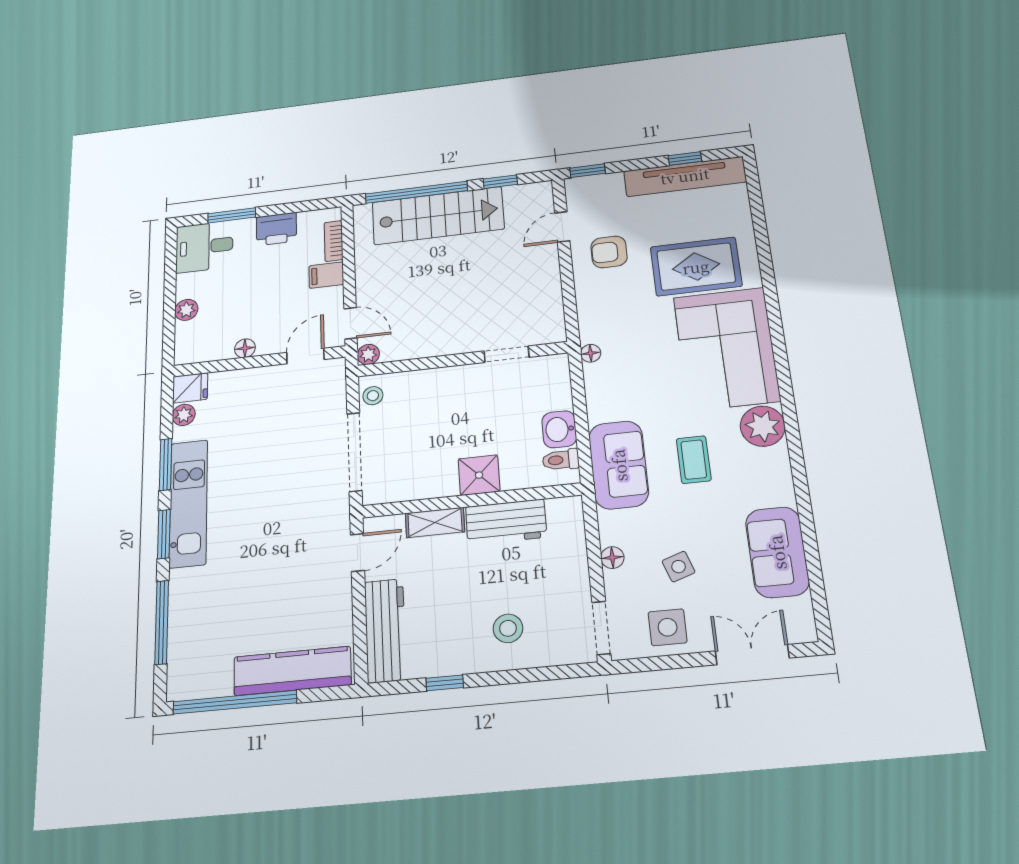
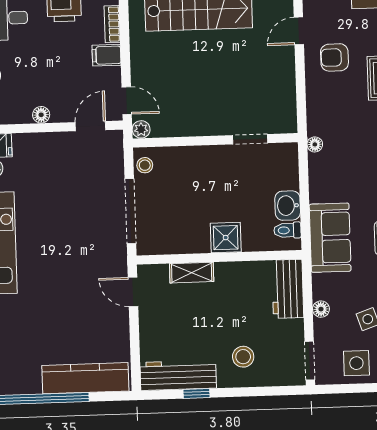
workbench: (506, 522) -> (288, 289), moved, turned 90
door: (357, 552) -> (133, 292), swing flipped
workbench: (385, 630) -> (178, 375), moved, turned -90

